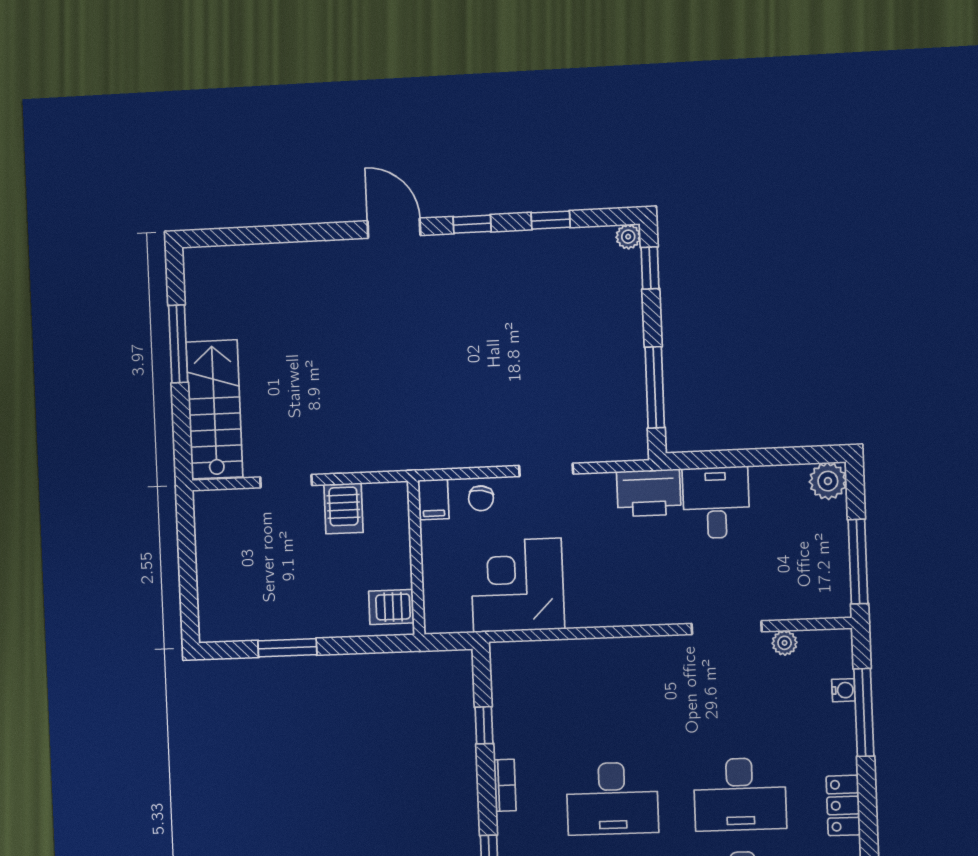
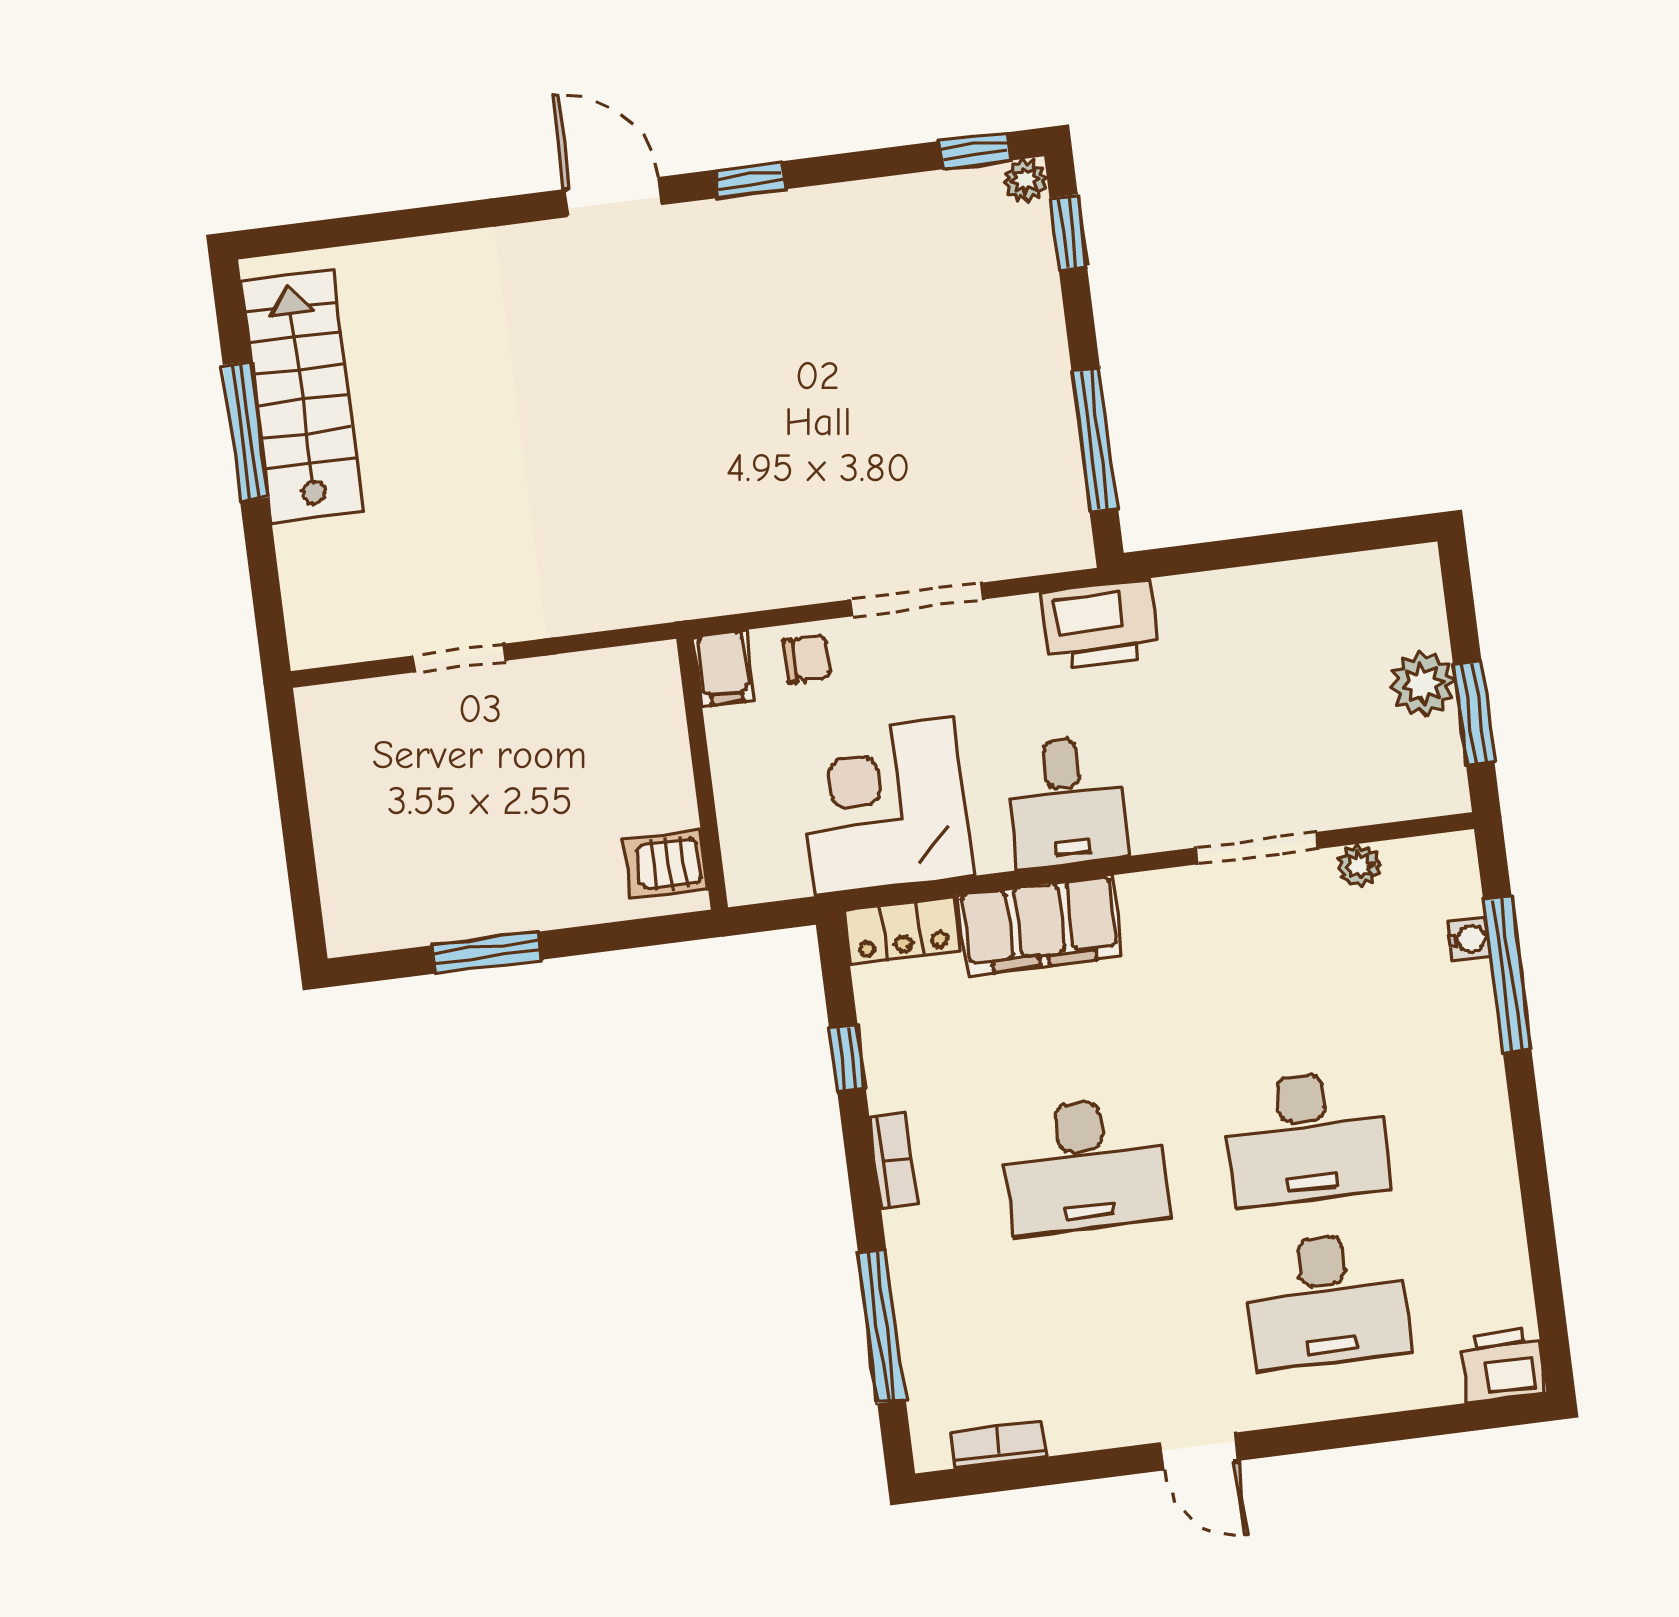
window: (551, 220) -> (975, 151), moved
stairs: (214, 409) -> (302, 396), moved
doorway: (546, 470) -> (918, 599), width x1.38
plant: (828, 481) -> (1423, 684), moved
chair: (481, 498) -> (807, 659), turned -99
desk: (716, 503) -> (1066, 802), moved, turned 180
server rack: (344, 508) -> (566, 697), removed
window: (858, 562) -> (1474, 713), width x0.69
filing cabinet: (599, 660) -> (1040, 925), added
locker: (843, 806) -> (902, 930), moved, turned -90

